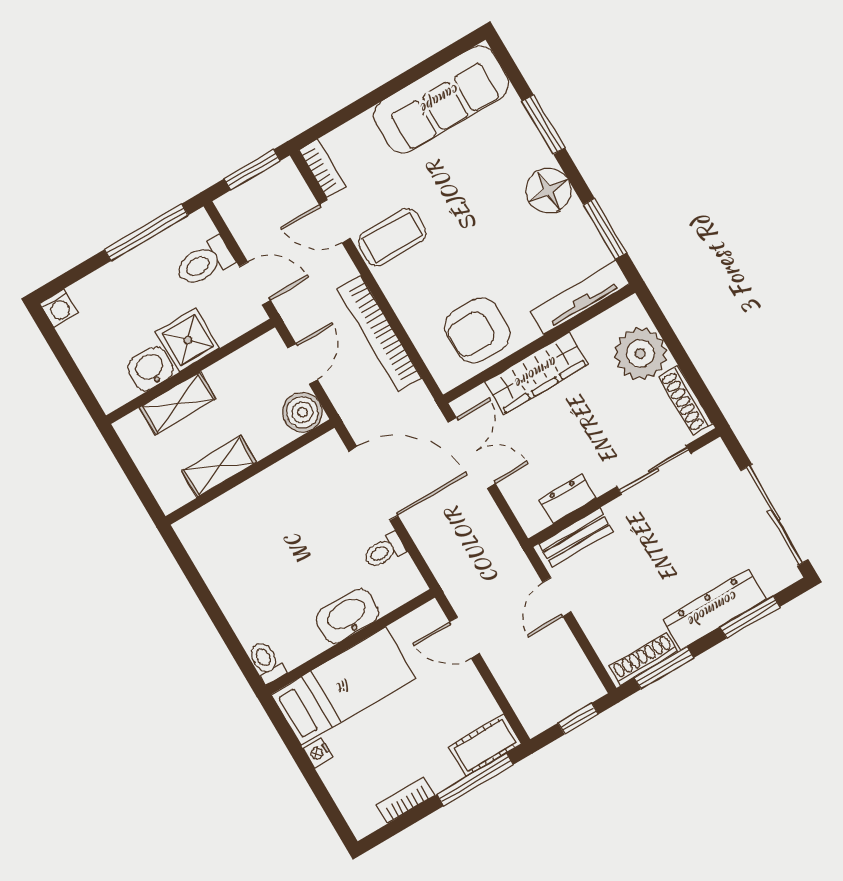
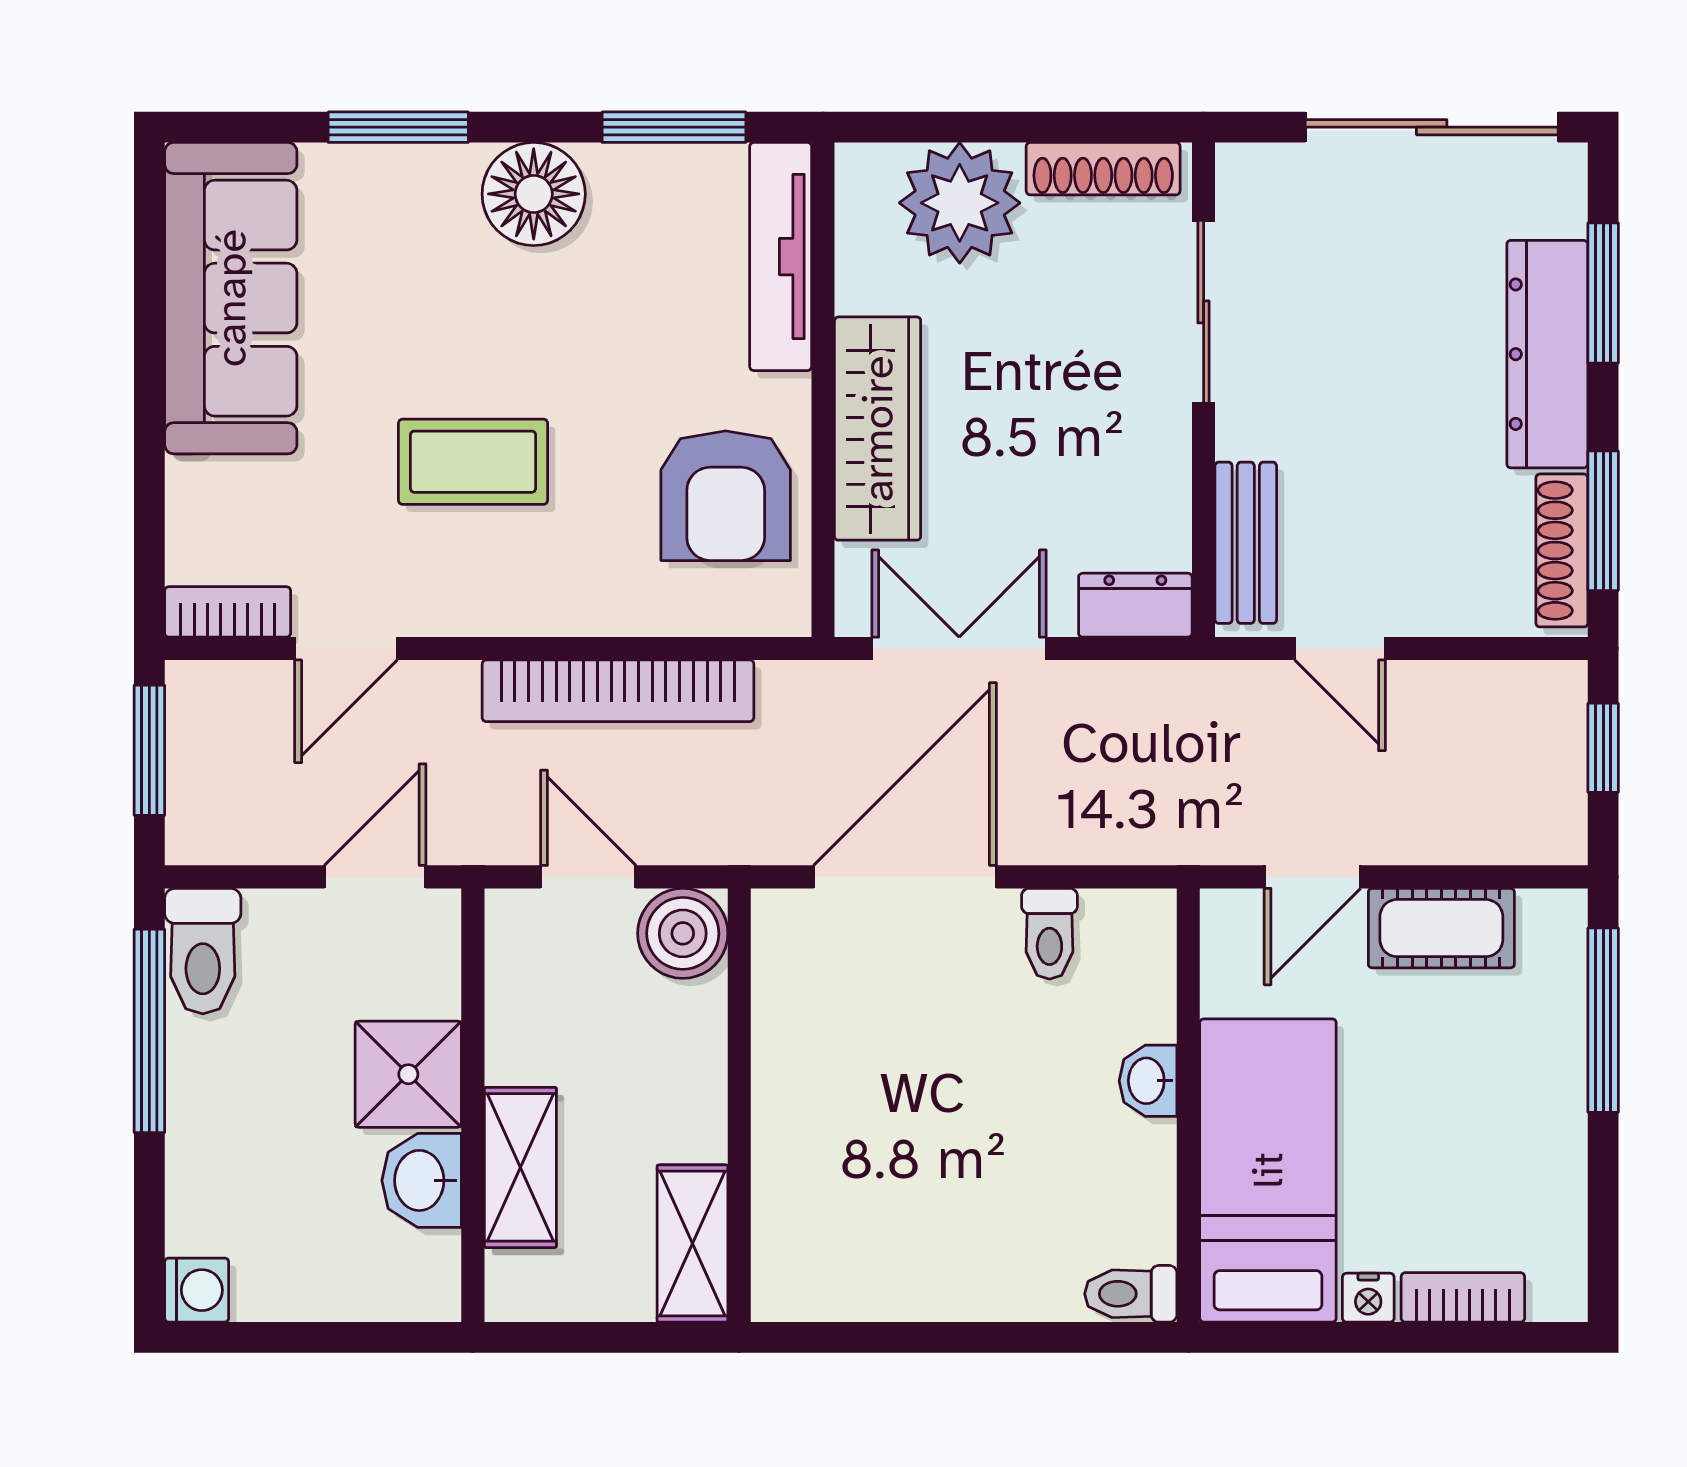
coffee table: (392, 237) -> (473, 462), moved, turned 90
toilet: (204, 262) -> (203, 951), moved
shelving: (219, 466) -> (692, 1243), moved
dresser: (568, 499) -> (1135, 605), moved, turned 90
washbasin: (348, 616) -> (1148, 1081), width x0.52, depth x0.69
cot: (485, 746) -> (1441, 928), moved, turned 90
bookcase: (406, 800) -> (1463, 1297), moved, turned 90

